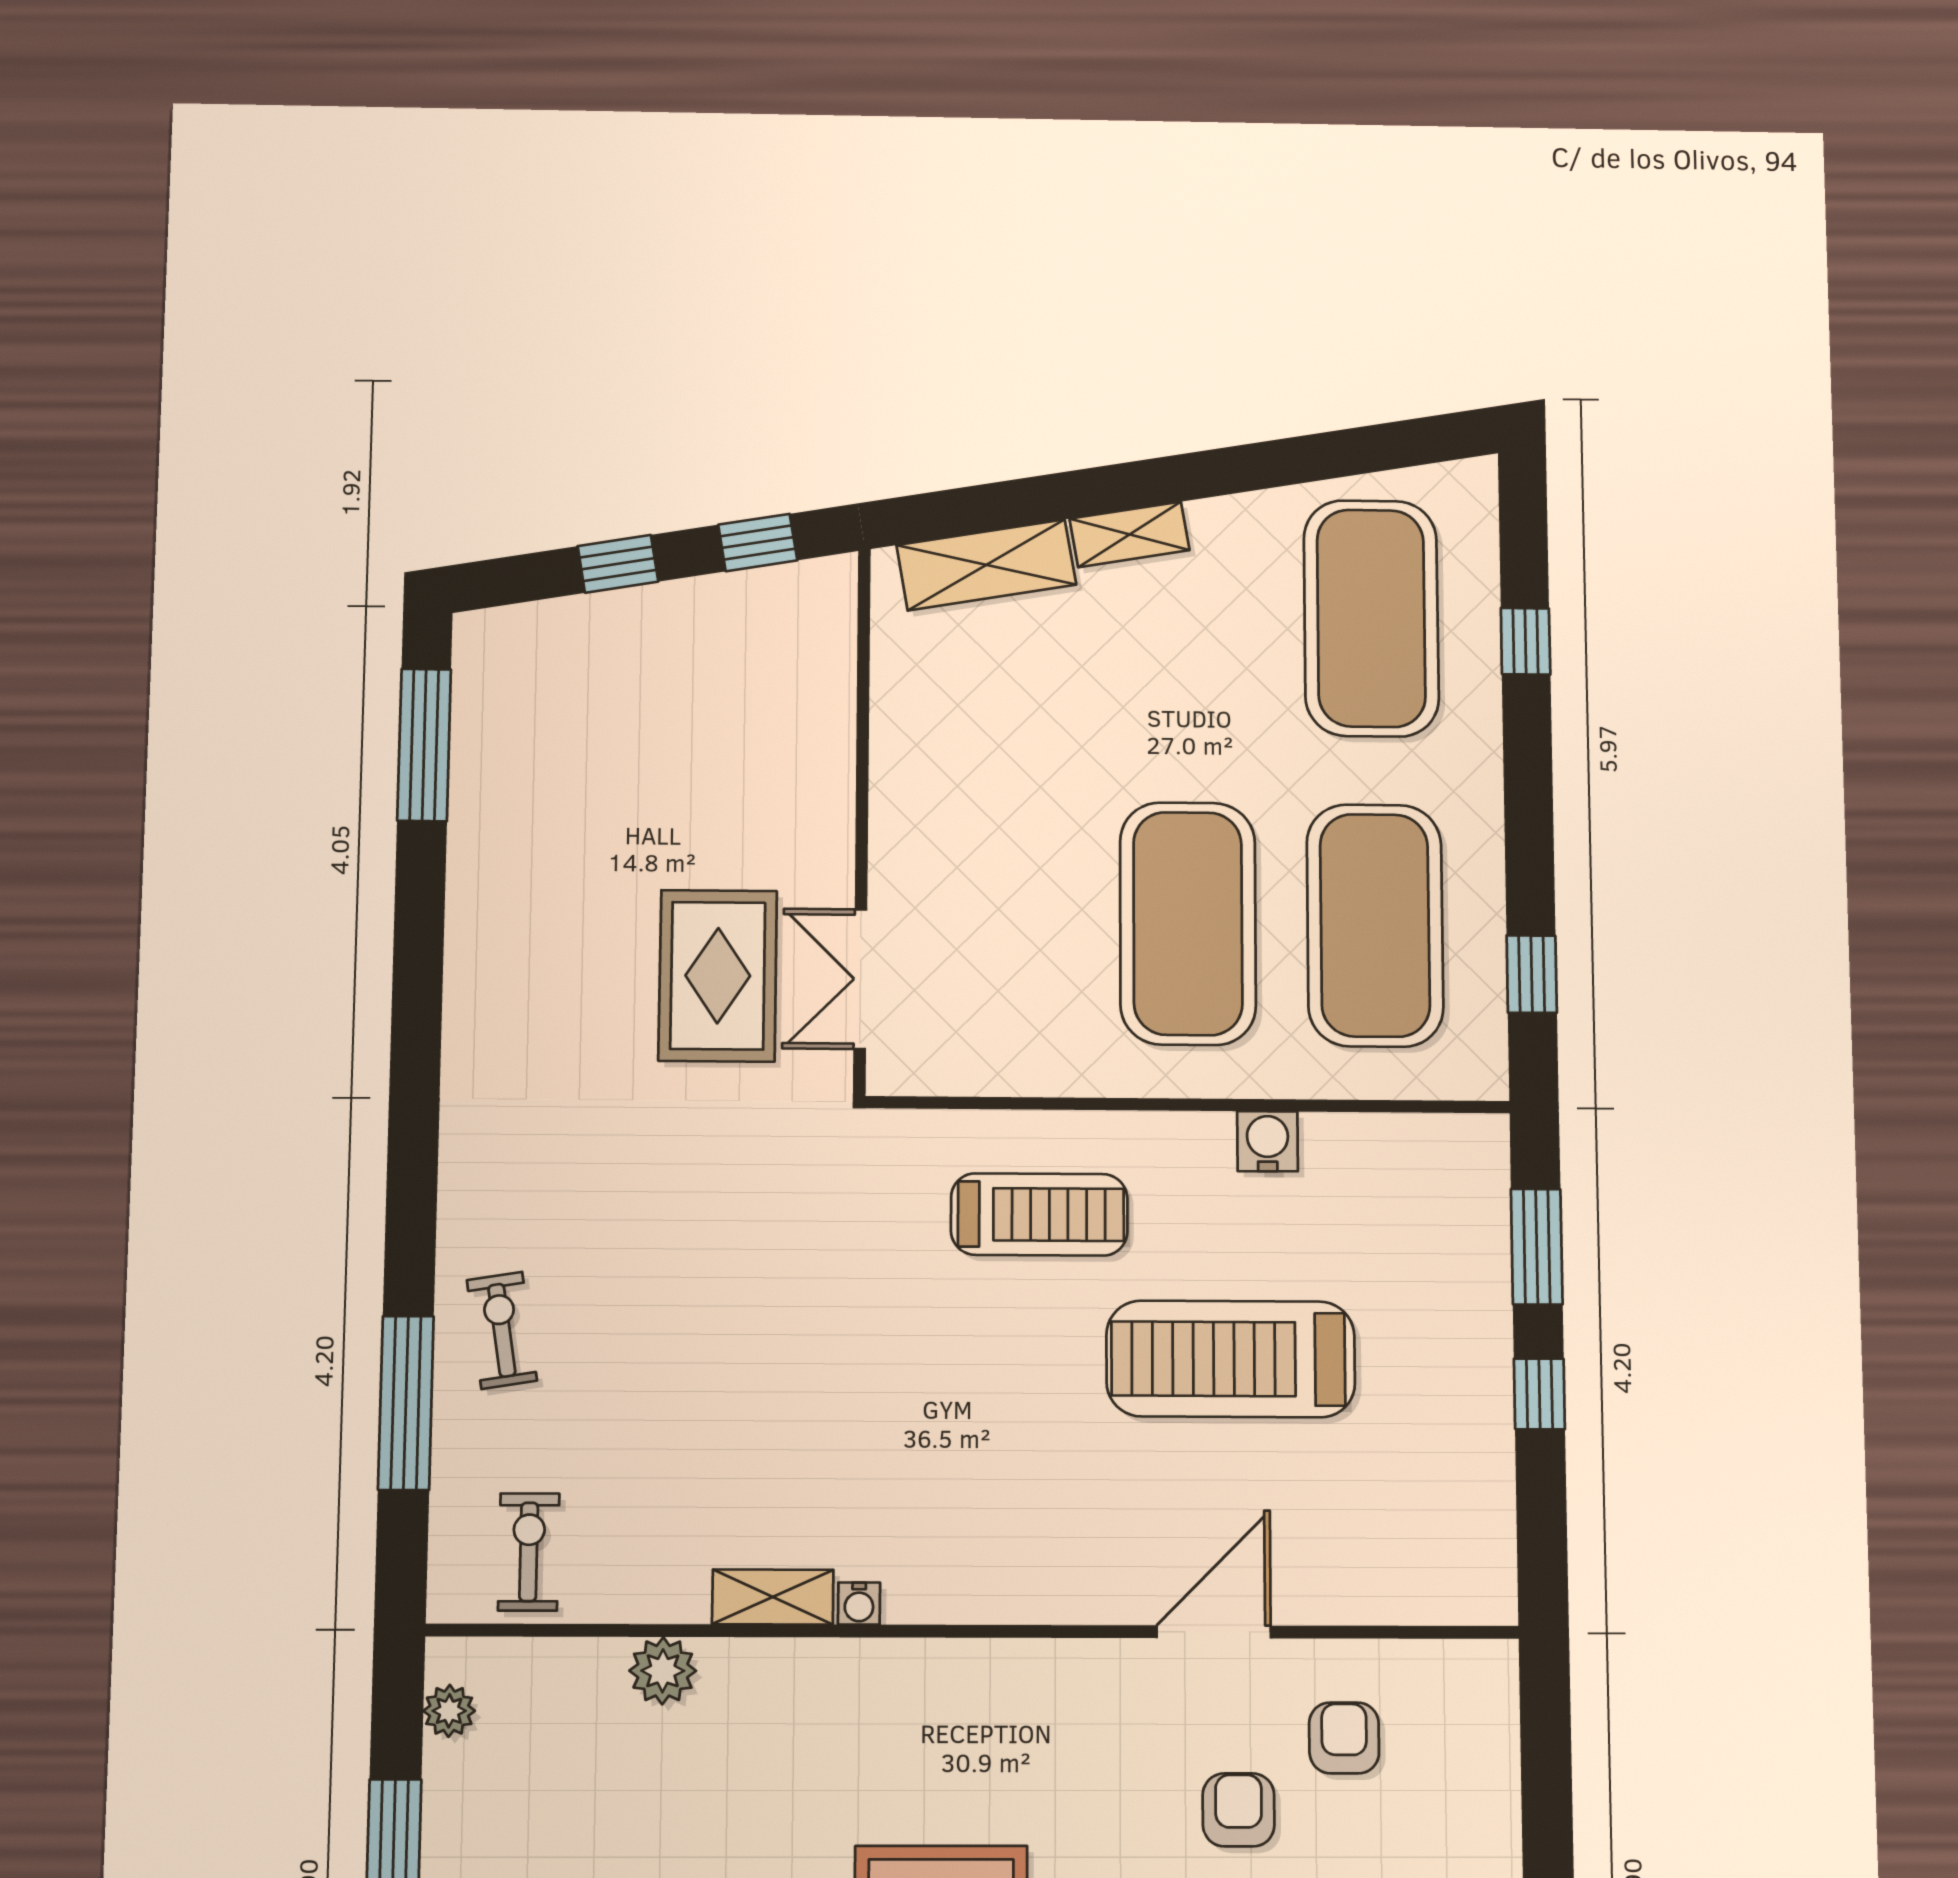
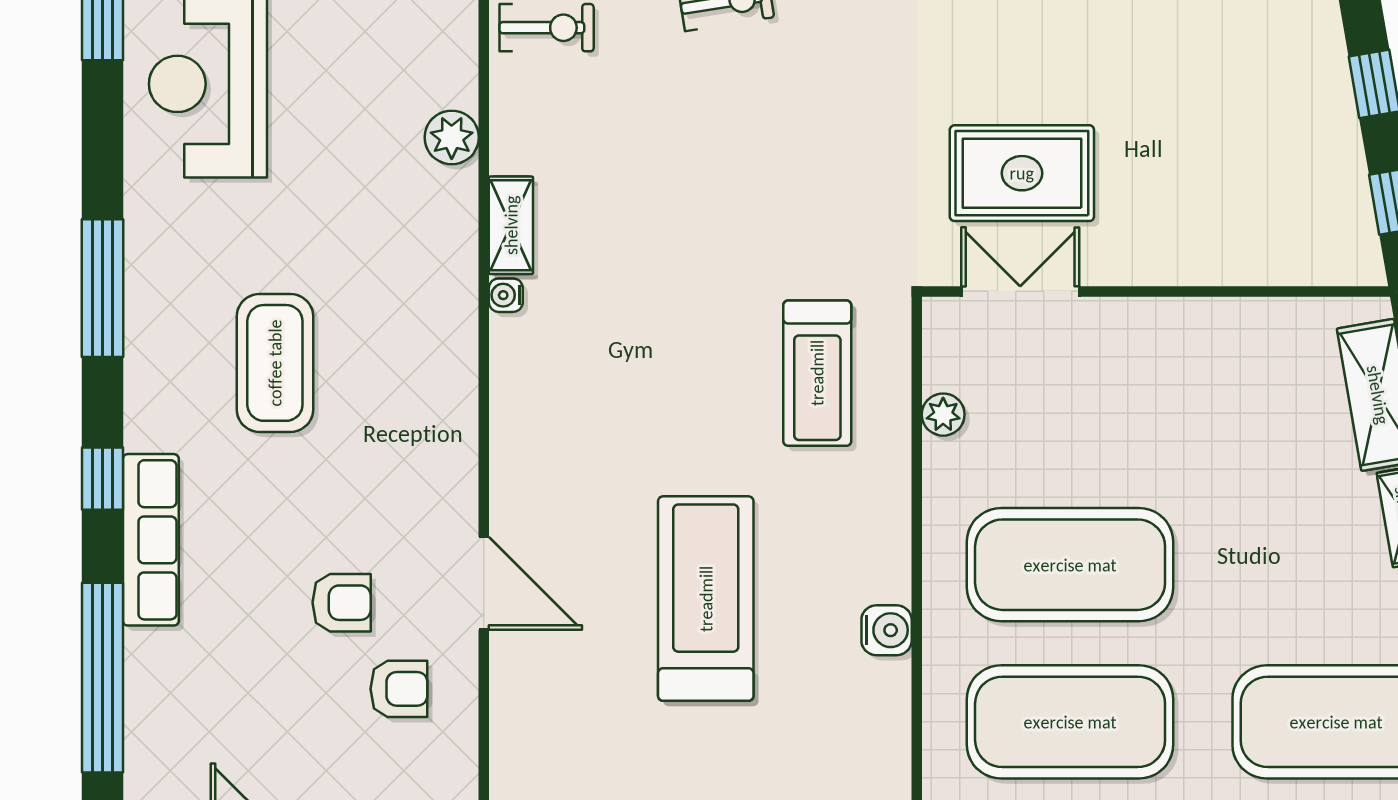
plant: (1008, 1072) -> (943, 415), added
treadmill: (1039, 1214) -> (817, 373), moved

